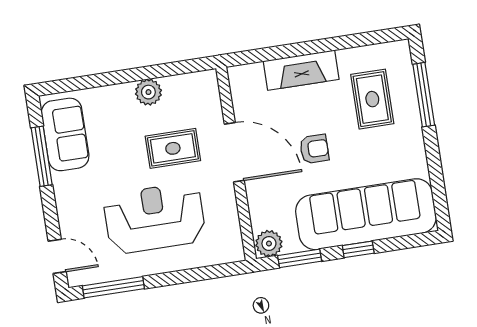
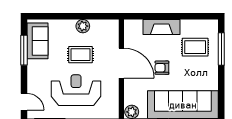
rug: (372, 99) -> (195, 47), turned 90
rug: (173, 148) -> (80, 55), moved
armchair: (314, 149) -> (162, 68), turned 180

